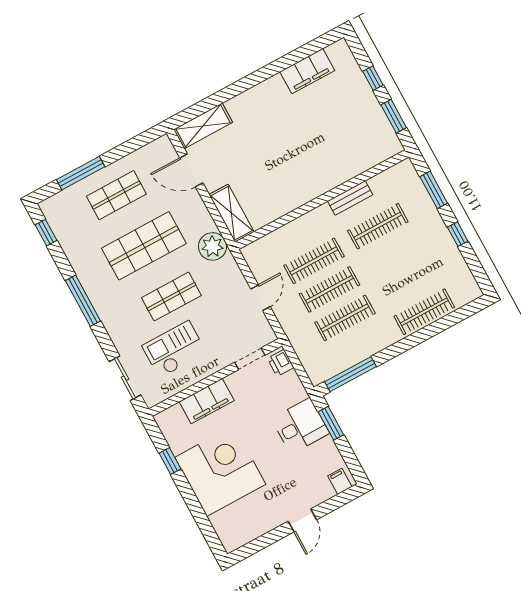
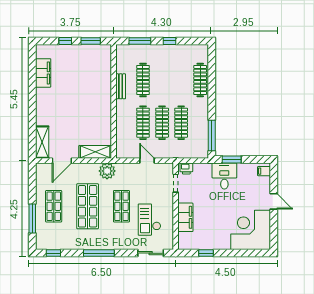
corner desk: (220, 471) -> (251, 230), moved

